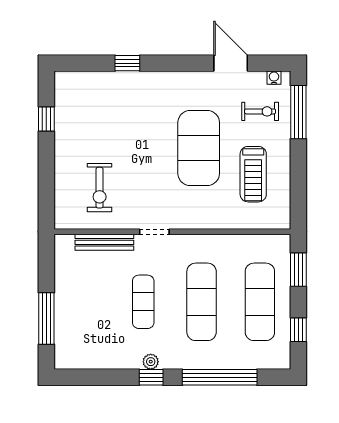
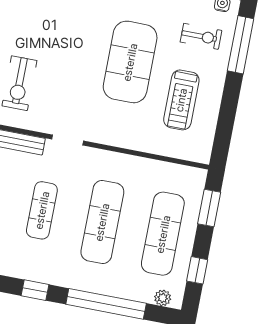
plant: (151, 362) -> (163, 298), moved

